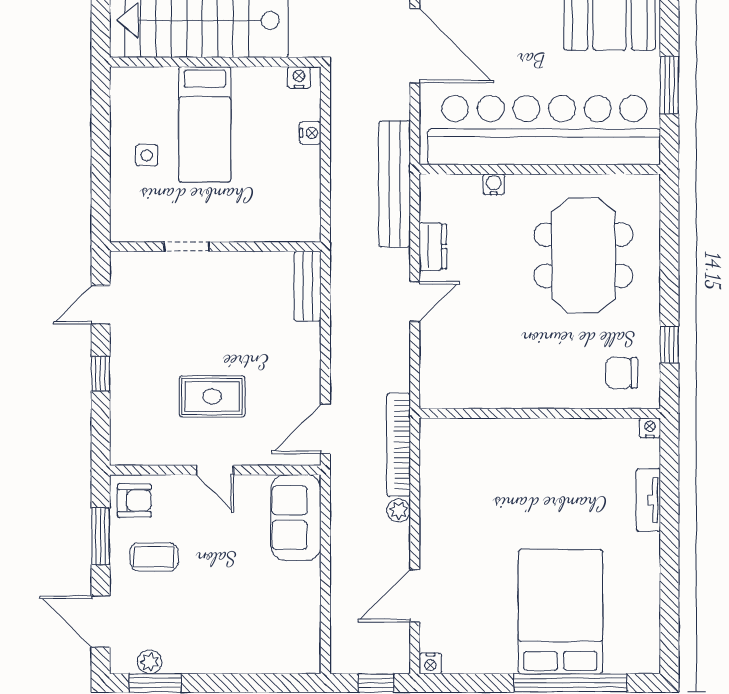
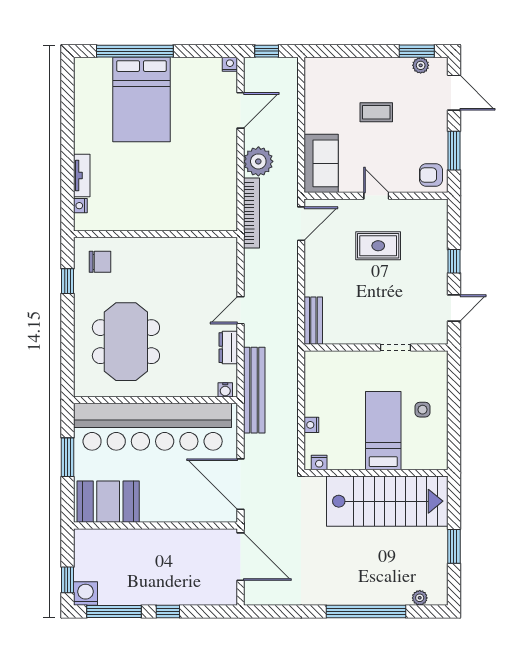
water cooler: (494, 184) -> (225, 390), moved
nightstand: (650, 428) -> (80, 206), moved, turned 90
plant: (399, 510) -> (258, 161), width x1.87, depth x1.87
coffee table: (154, 557) -> (376, 112), moved

